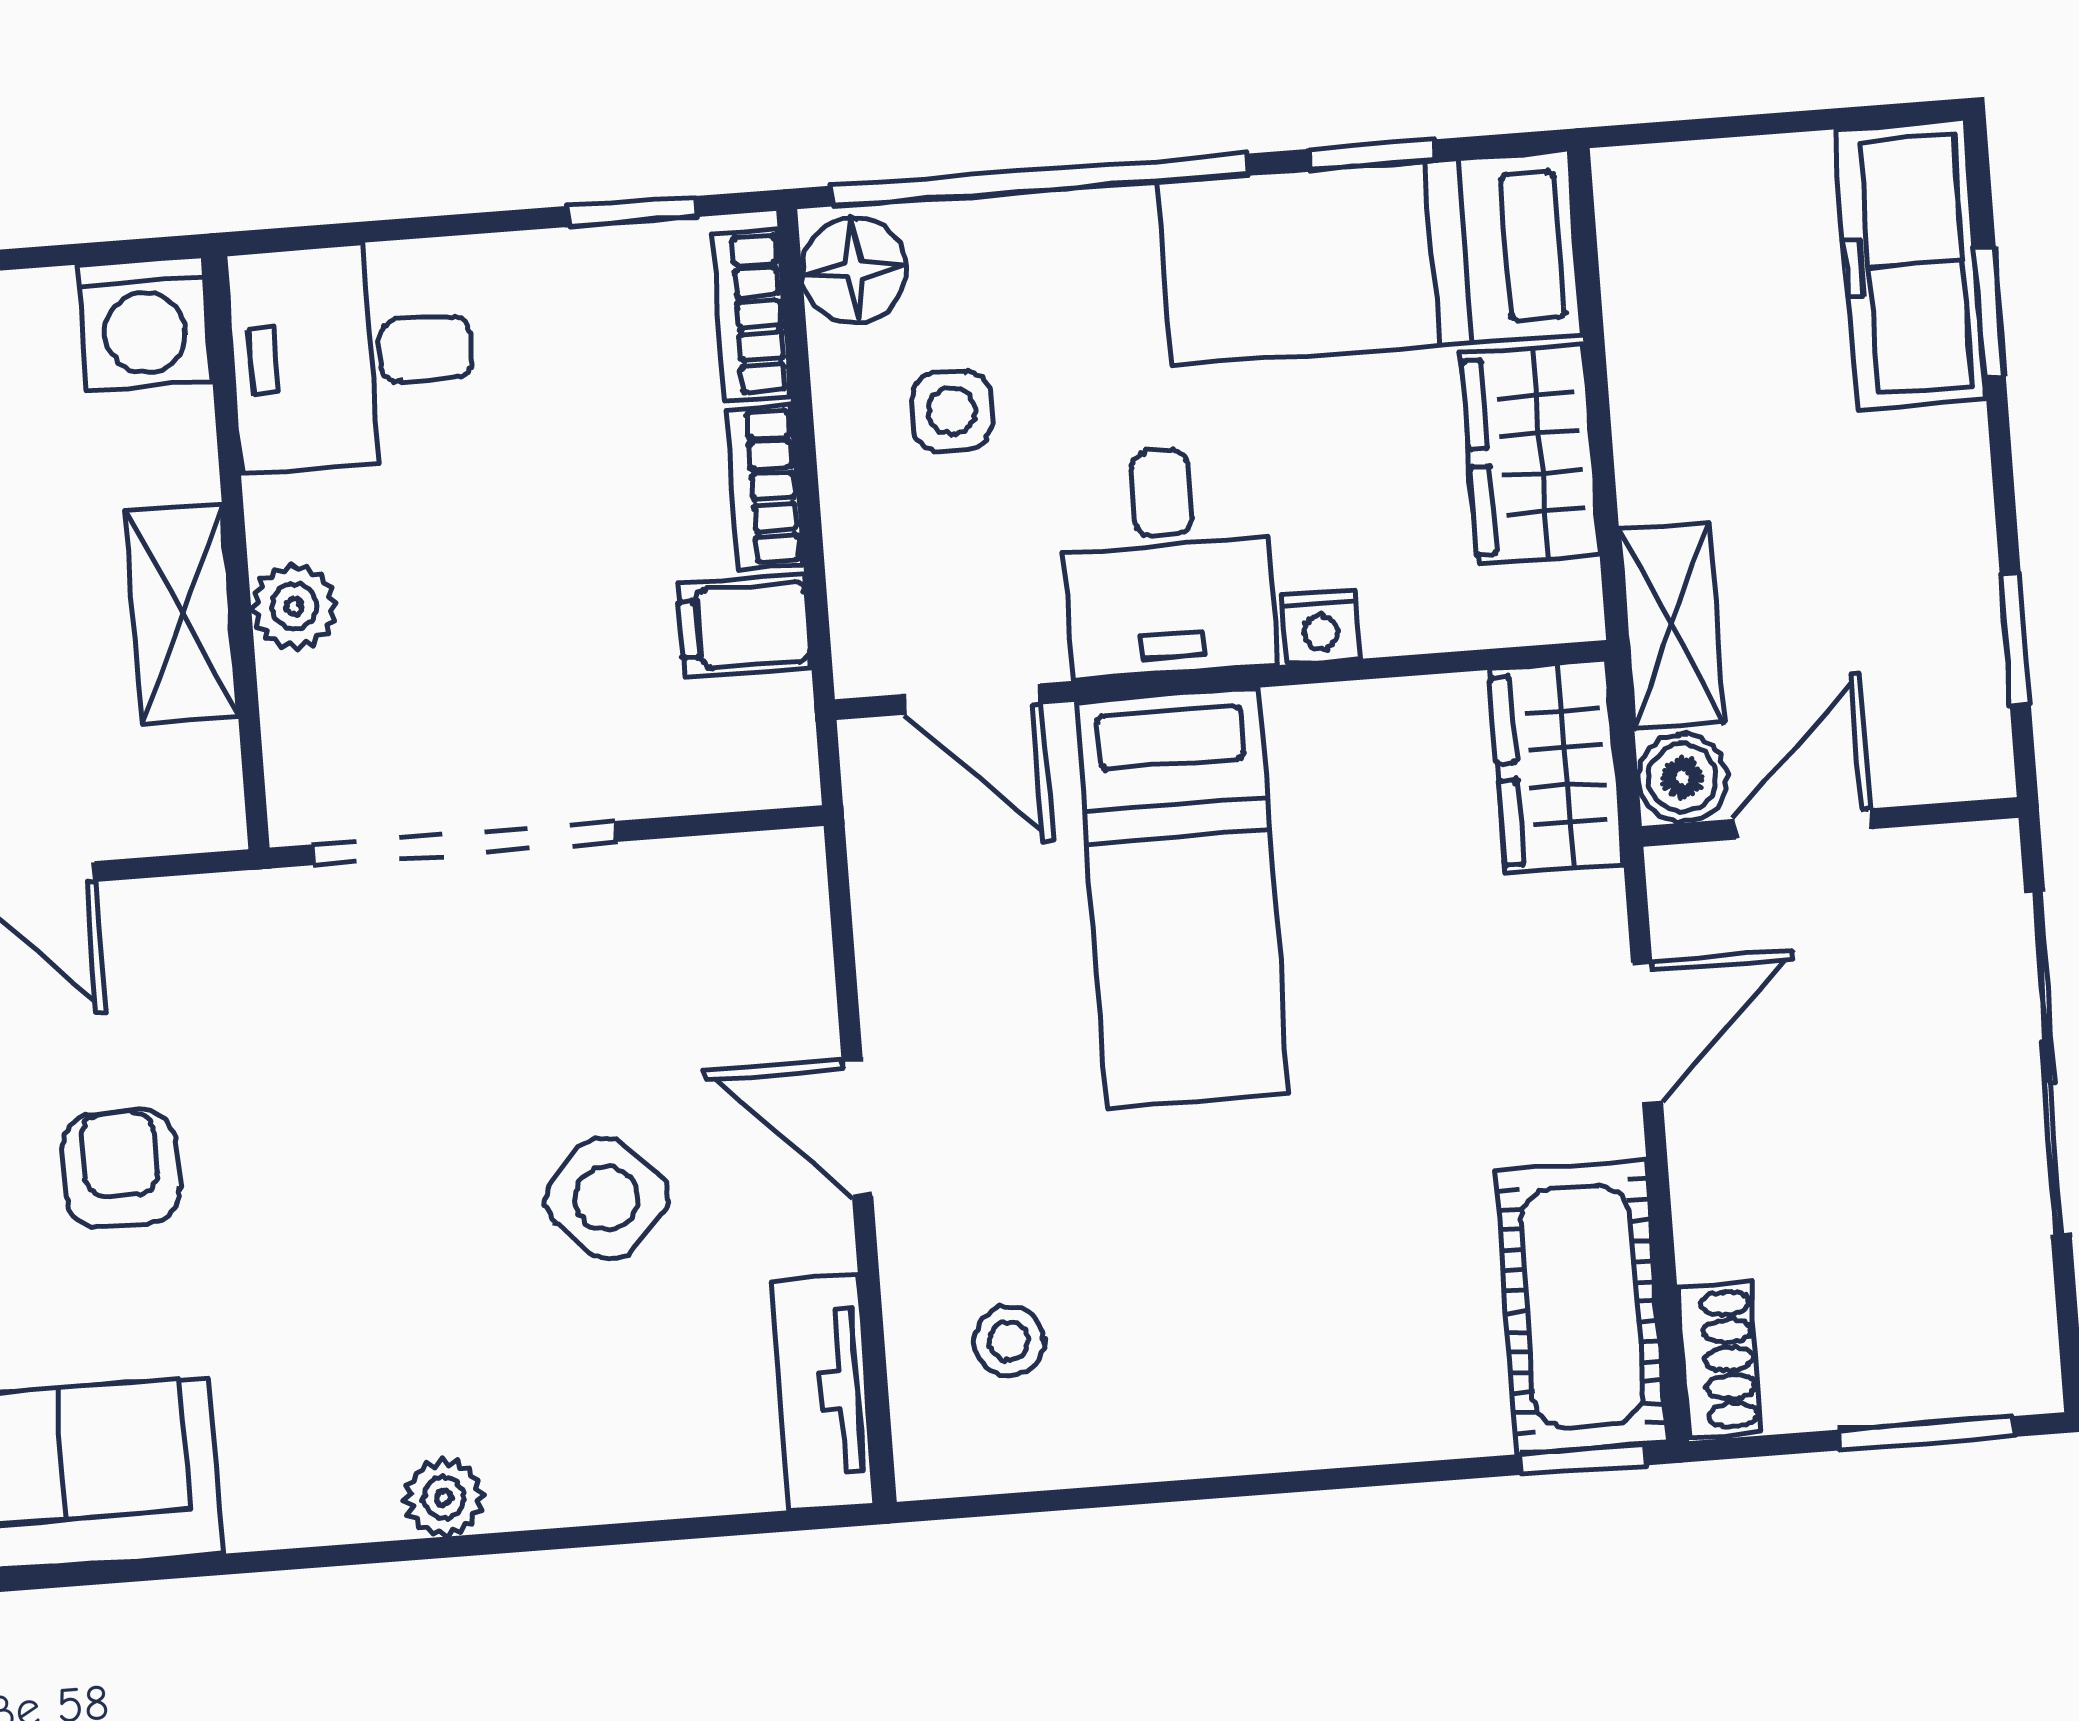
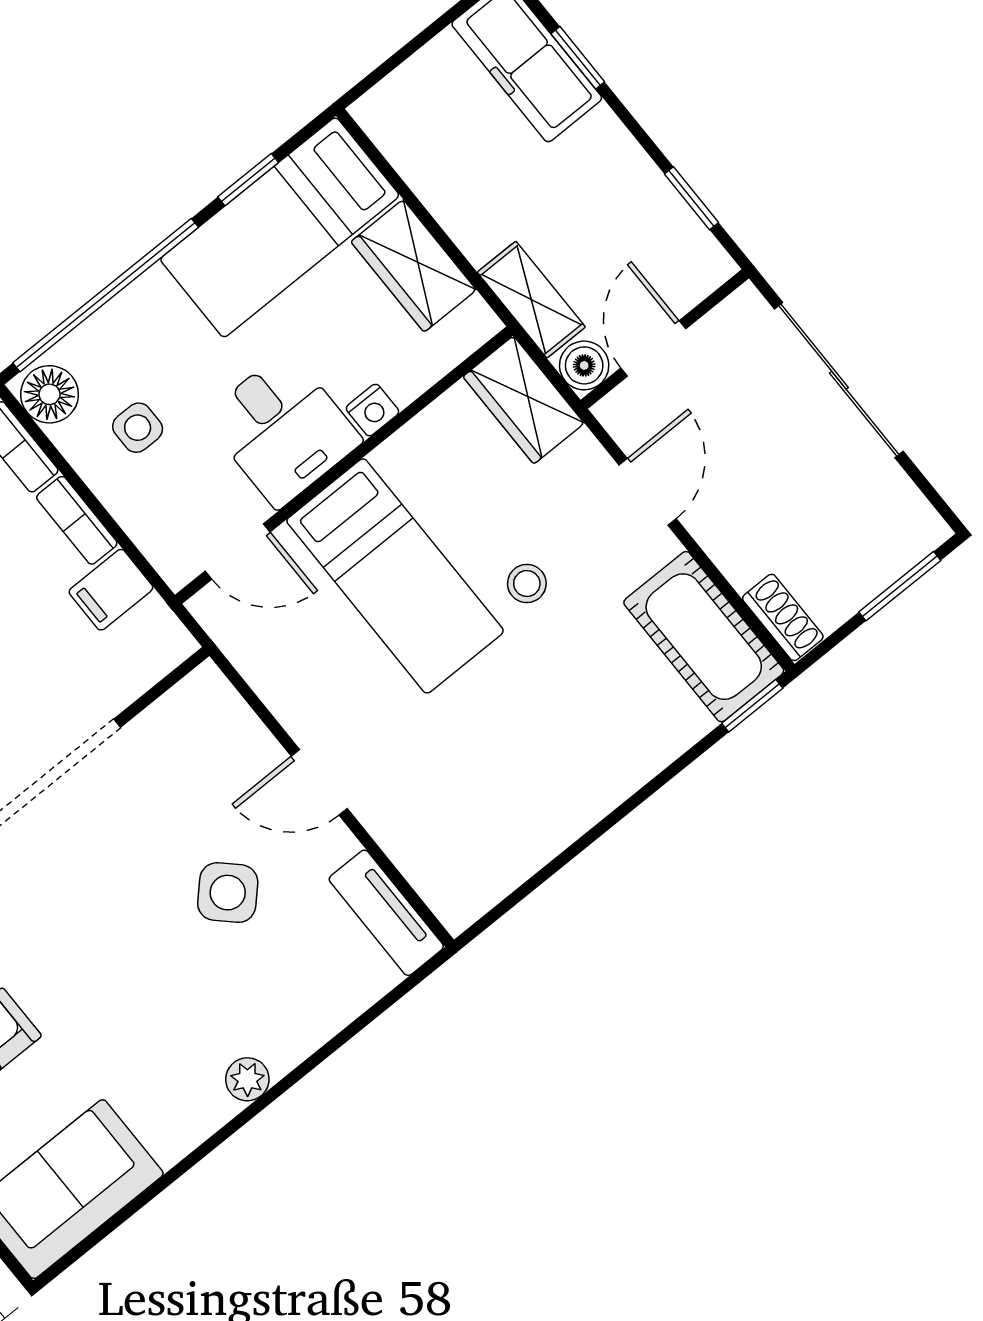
stool: (1009, 1341) -> (527, 584), moved

